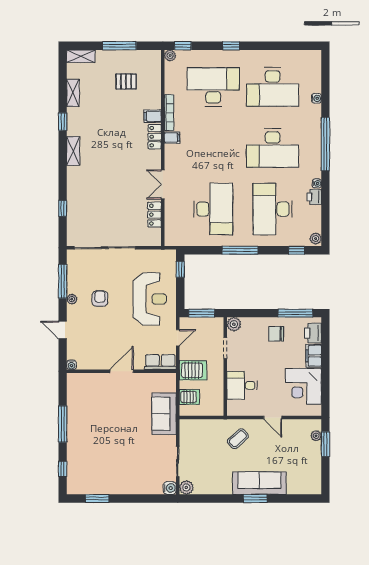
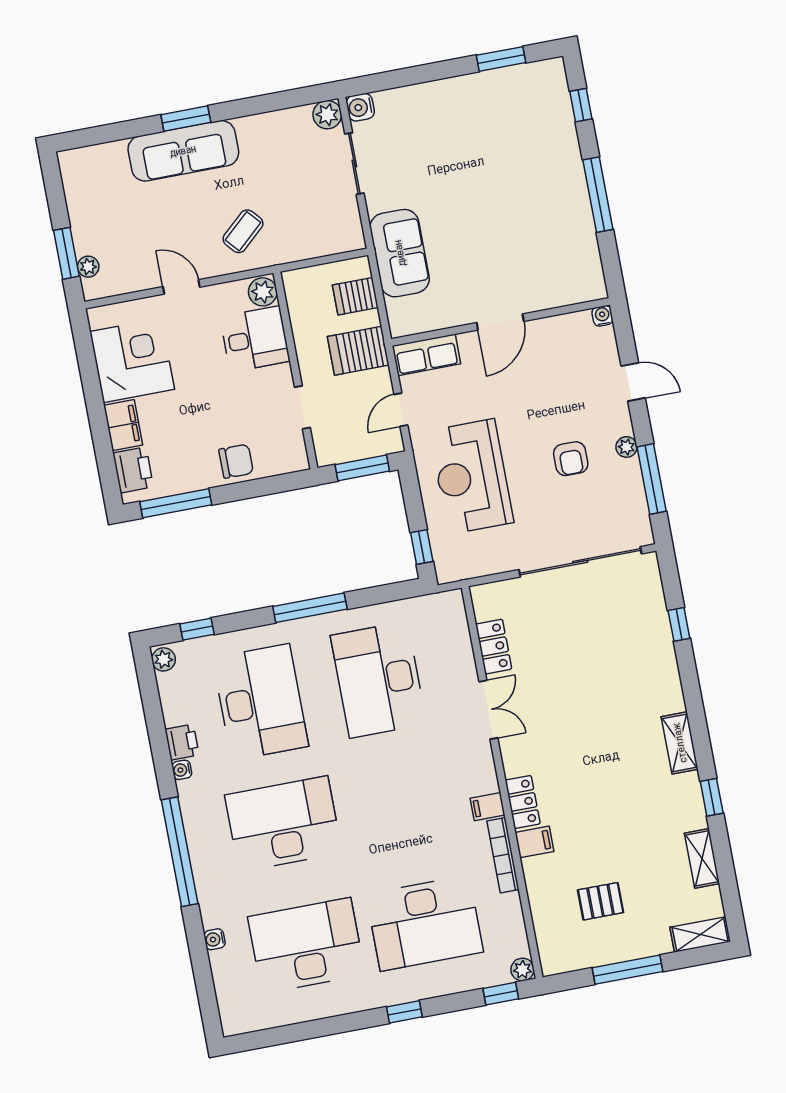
plant: (234, 324) -> (263, 292), moved
chair: (276, 334) -> (236, 461), moved

